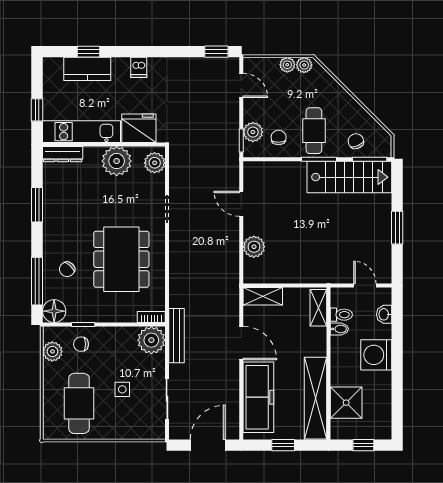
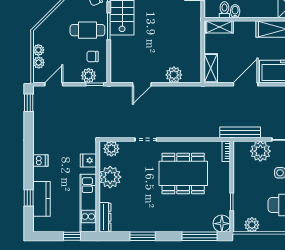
plant: (304, 65) -> (39, 63), moved
fridge: (139, 128) -> (88, 160), width x0.53, depth x0.75
chair: (67, 269) -> (191, 214), removed
plant: (151, 340) -> (260, 151), moved
chair: (81, 344) -> (246, 204), removed

